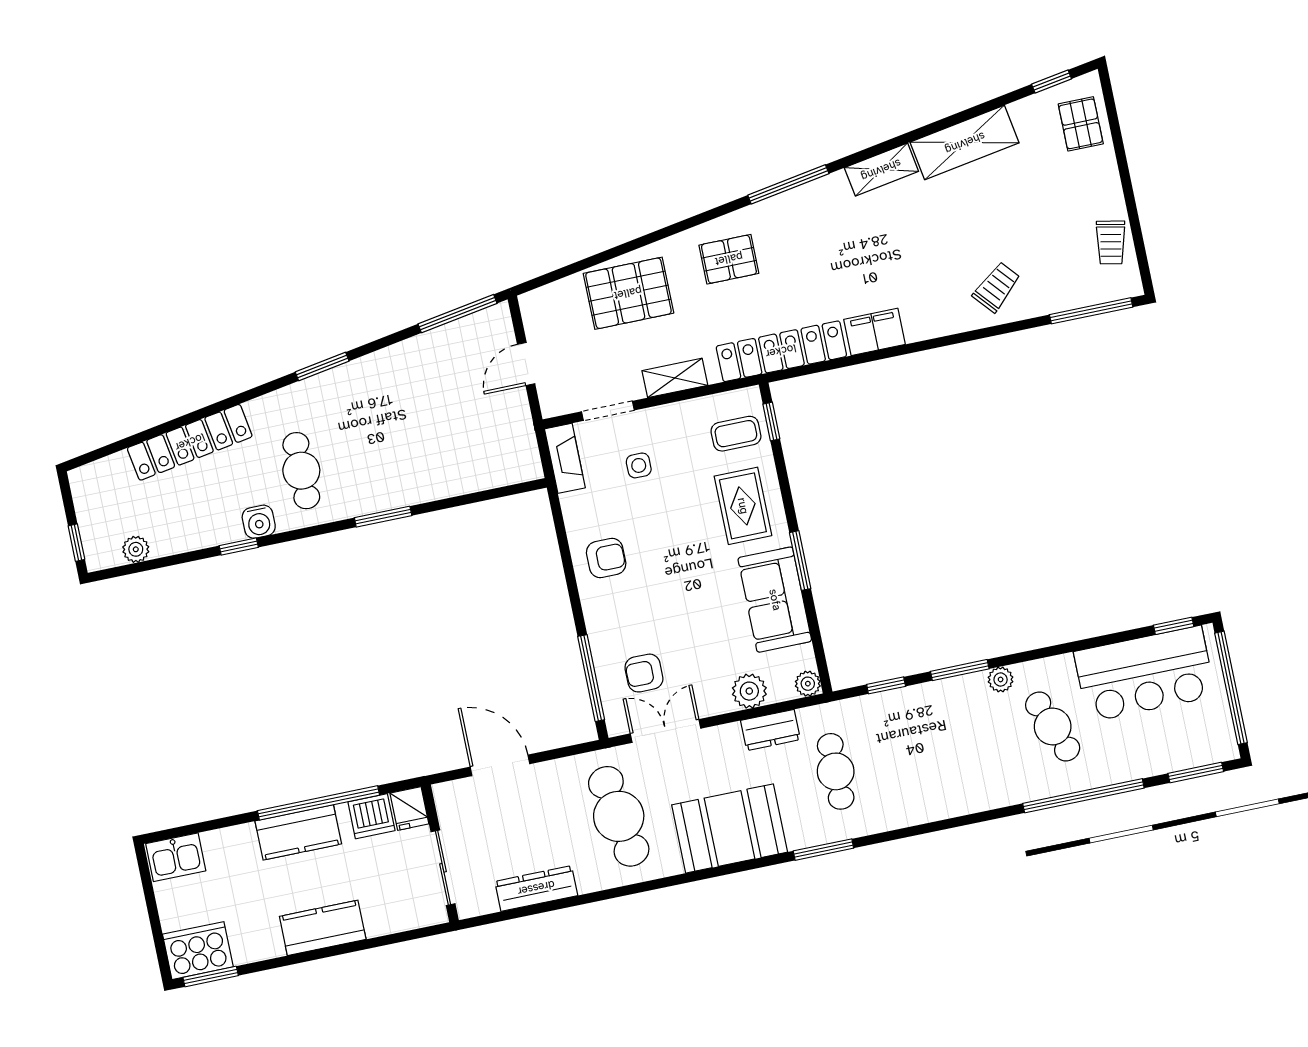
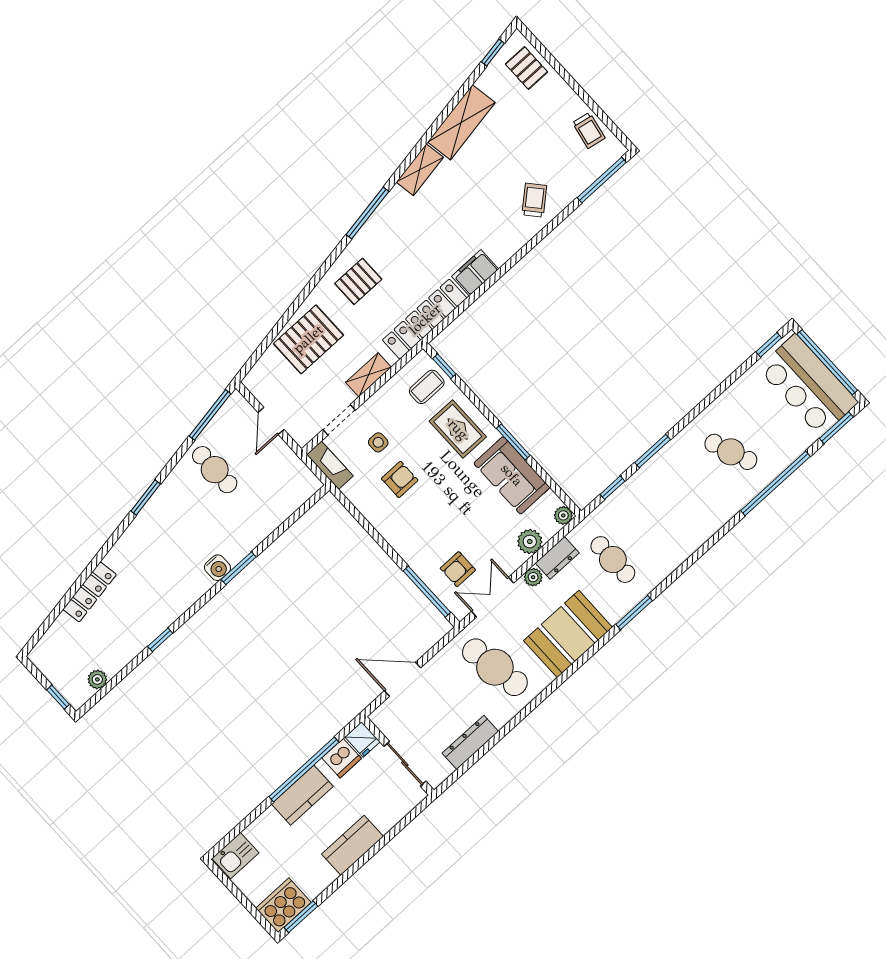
locker: (190, 442) -> (90, 592), width x0.71, depth x0.83
cafe table: (301, 471) -> (215, 470), moved
water cooler: (259, 522) -> (217, 568), moved
armchair: (606, 558) -> (400, 479), moved
bar counter: (1145, 674) -> (808, 385), moved, turned 90
plant: (1001, 679) -> (533, 577), moved

